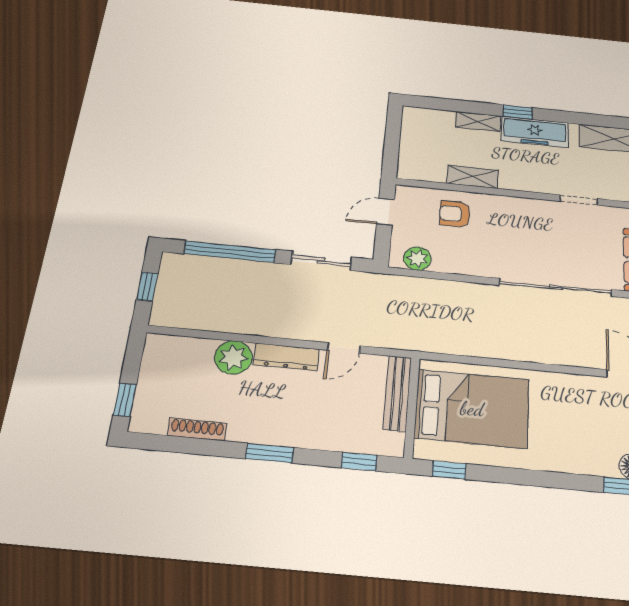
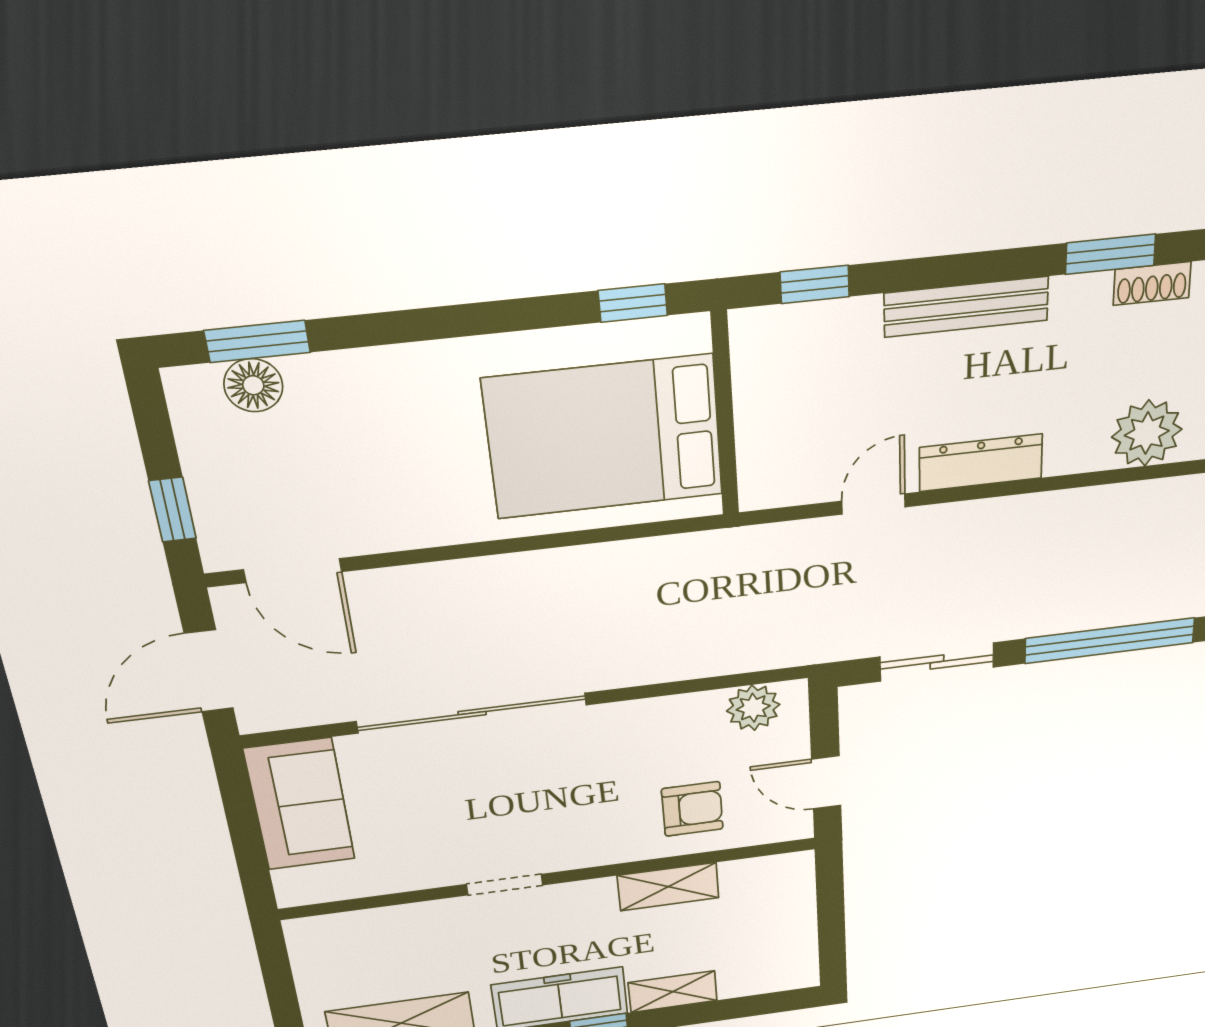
doorway: (579, 200) -> (505, 885), moved
door: (386, 212) -> (826, 782), swing flipped
plant: (233, 357) -> (1147, 433), moved
bench: (397, 393) -> (966, 307), moved, turned 90
shoe rack: (197, 429) -> (1152, 284), width x0.70
window: (269, 453) -> (1110, 254), moved

